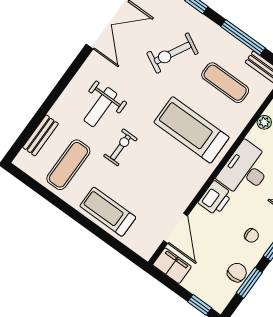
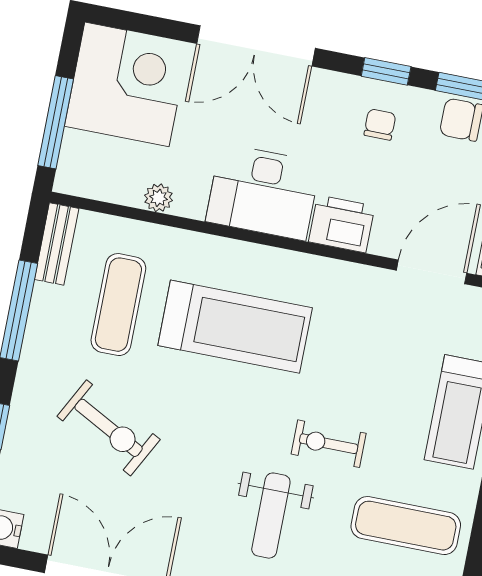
weight bench: (100, 107) -> (271, 516), turned 90
treadmill: (192, 130) -> (235, 327), turned -90

